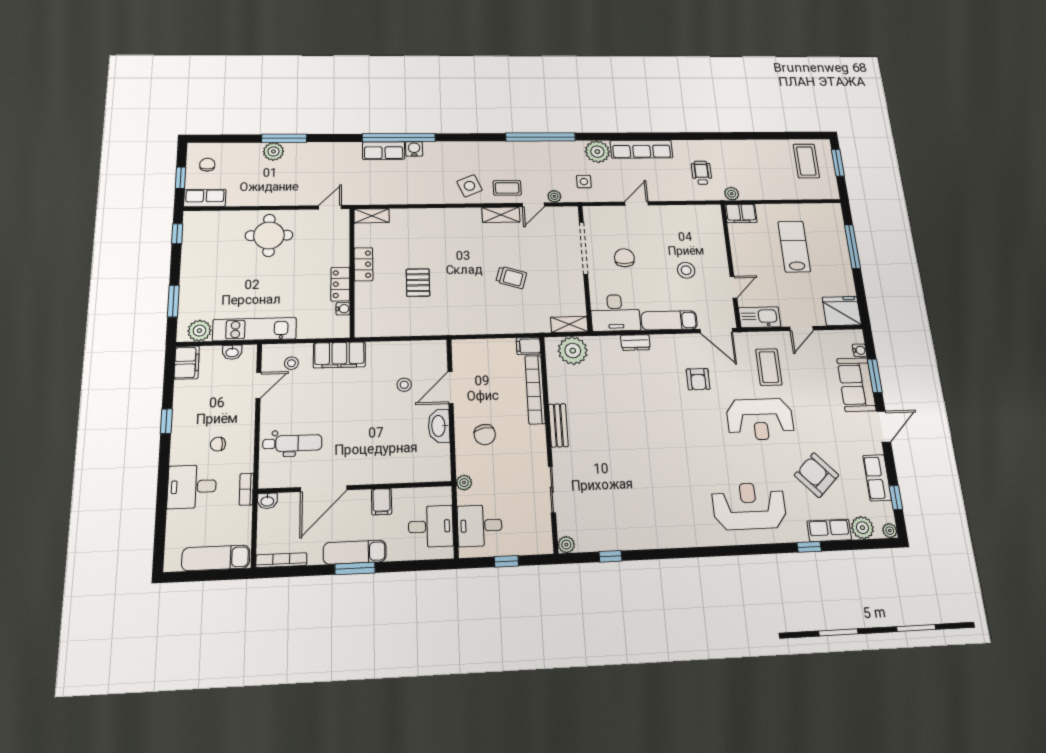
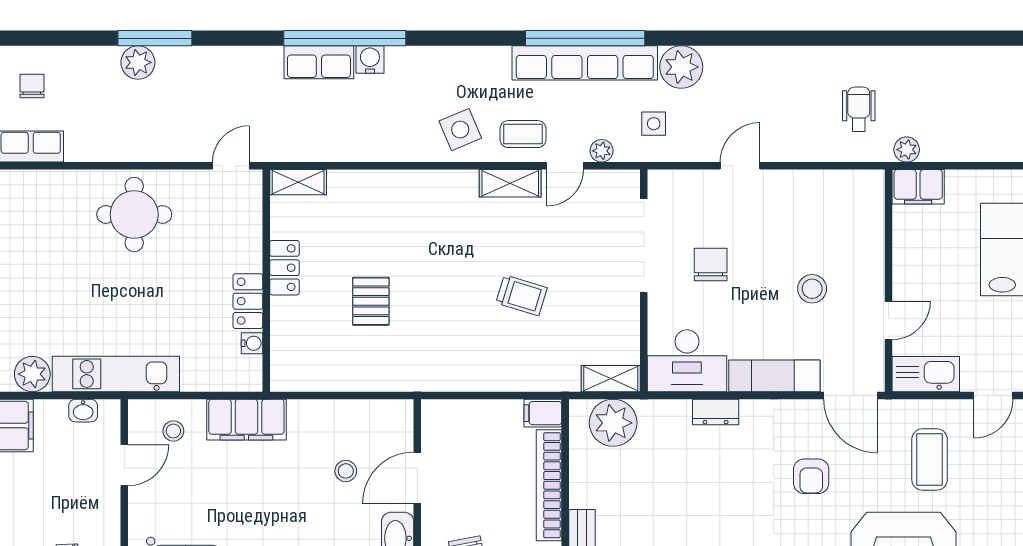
row of seats: (641, 149) -> (585, 63), moved, width x1.36

